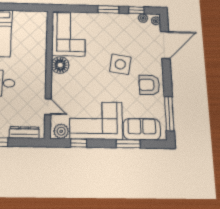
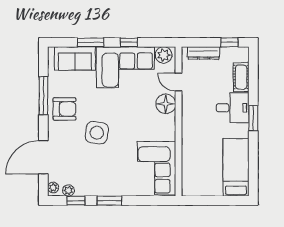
floor lamp: (60, 65) -> (166, 104), moved
window: (169, 114) -> (43, 96), moved
window: (79, 143) -> (129, 42), moved

